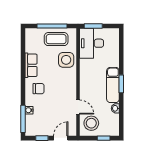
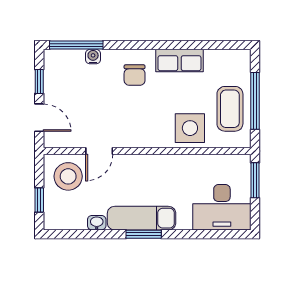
desk: (92, 43) -> (222, 207), moved, turned 180

